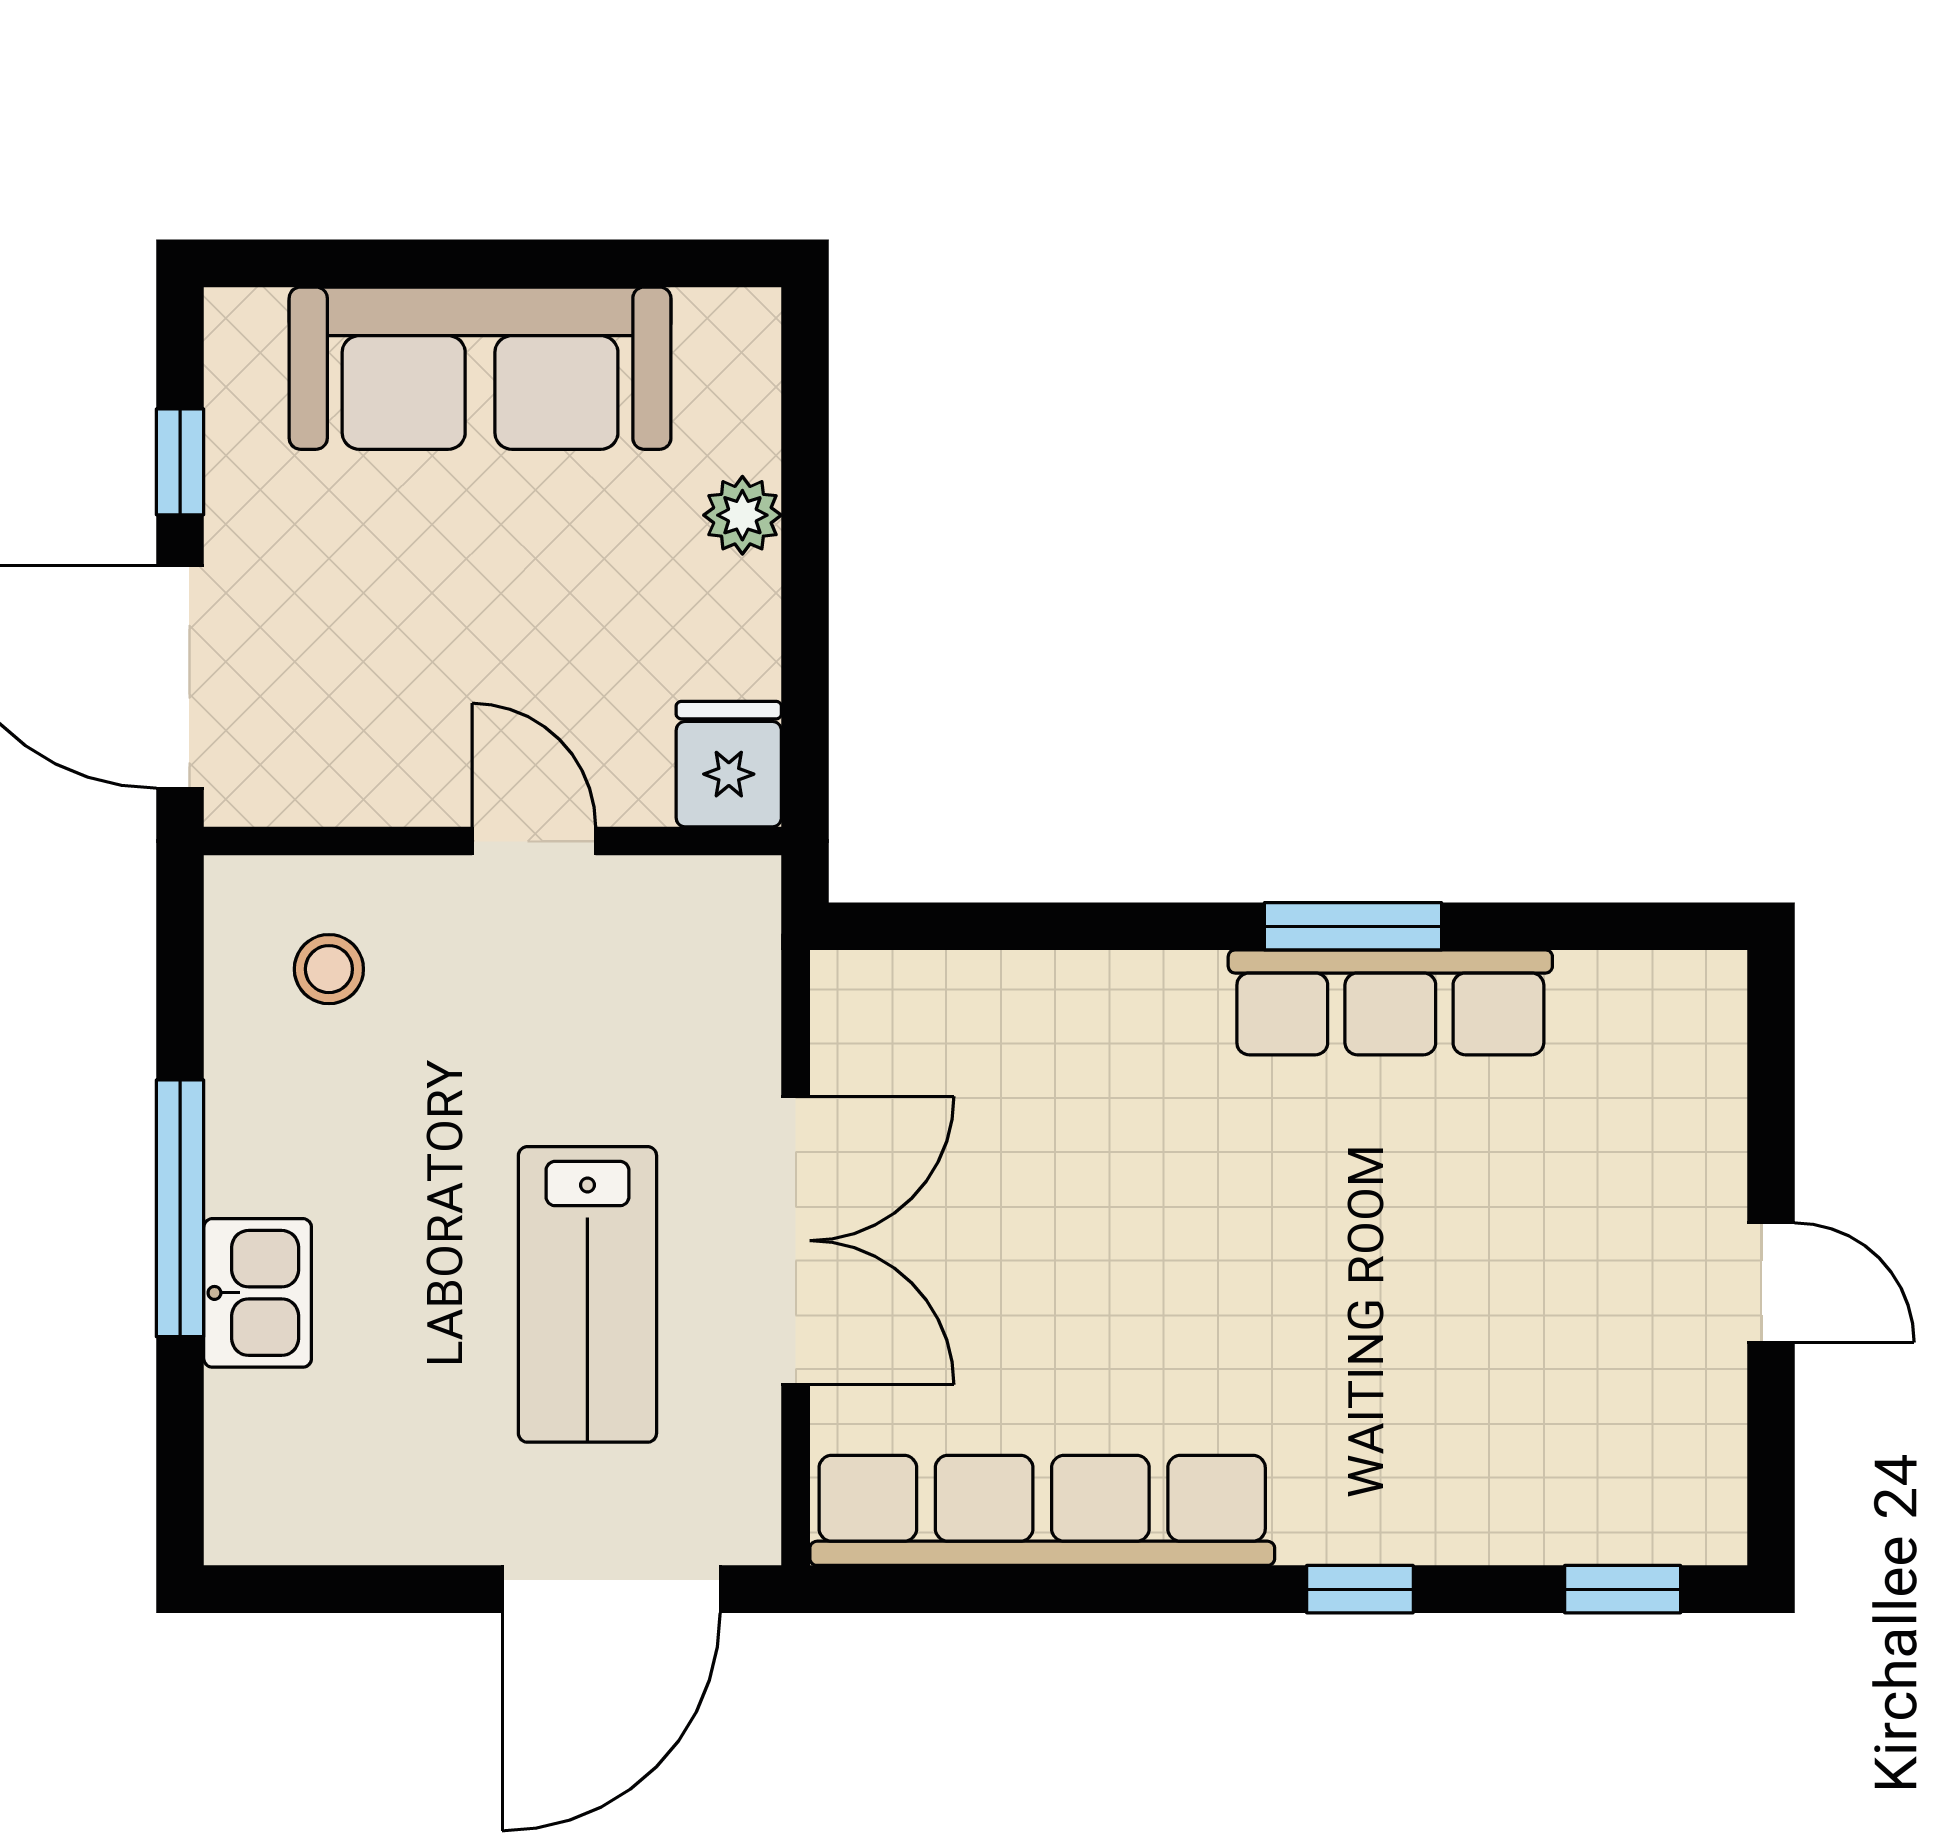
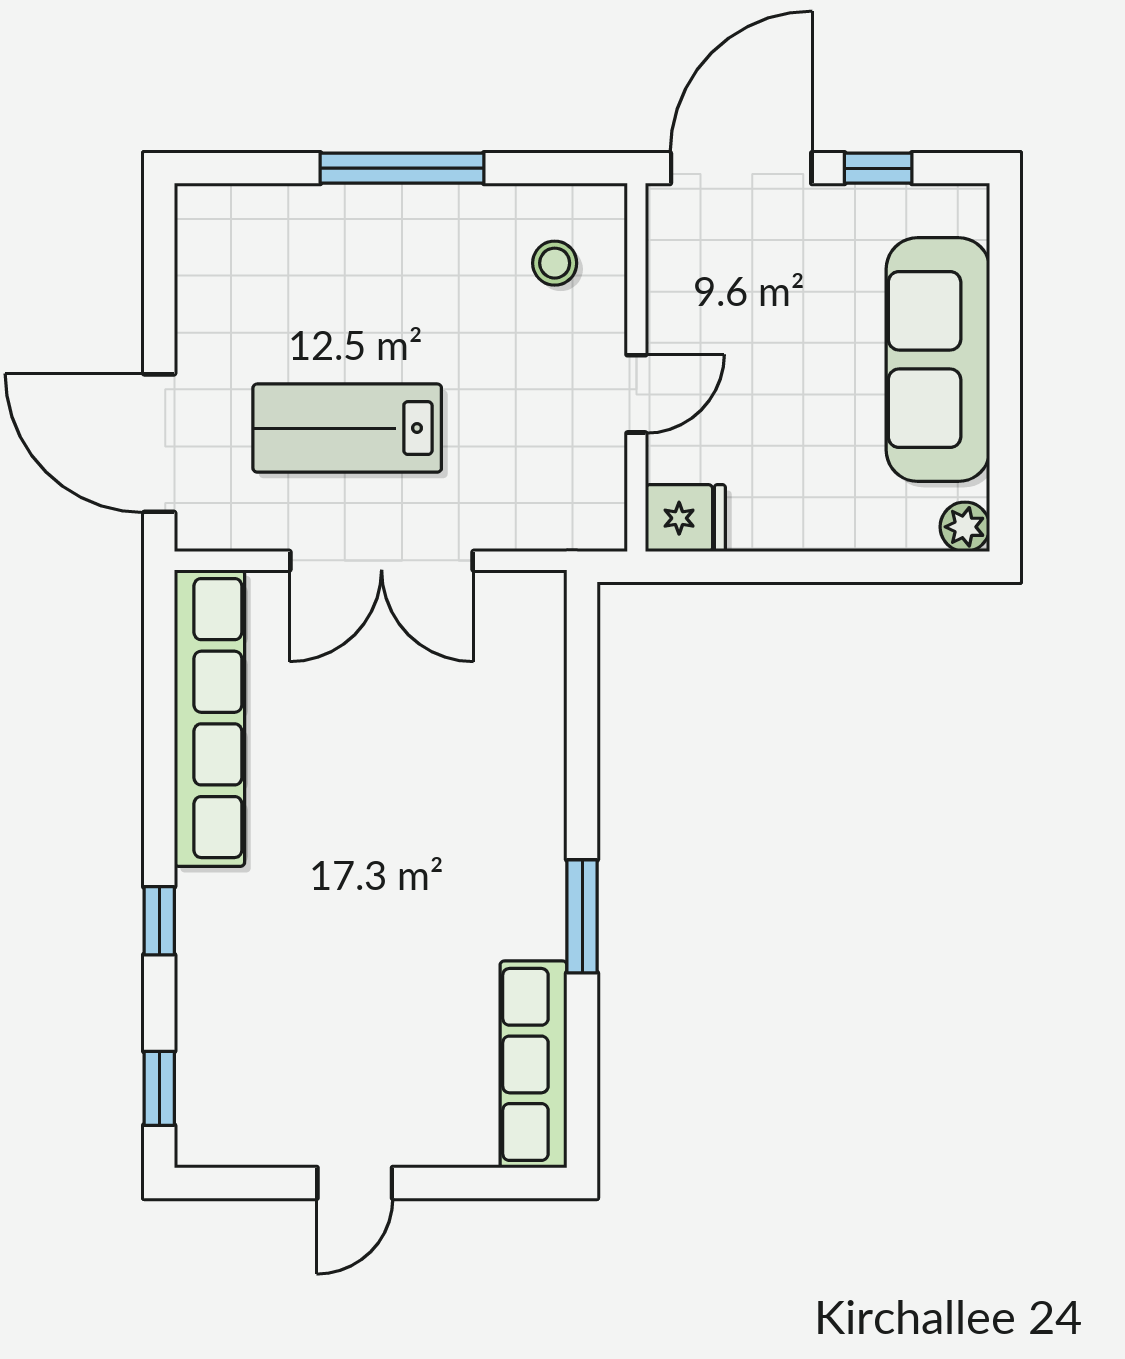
plant: (742, 515) -> (965, 527), moved
row of seats: (1390, 1002) -> (533, 1064), moved
kitchen sink: (258, 1293) -> (348, 218), removed

